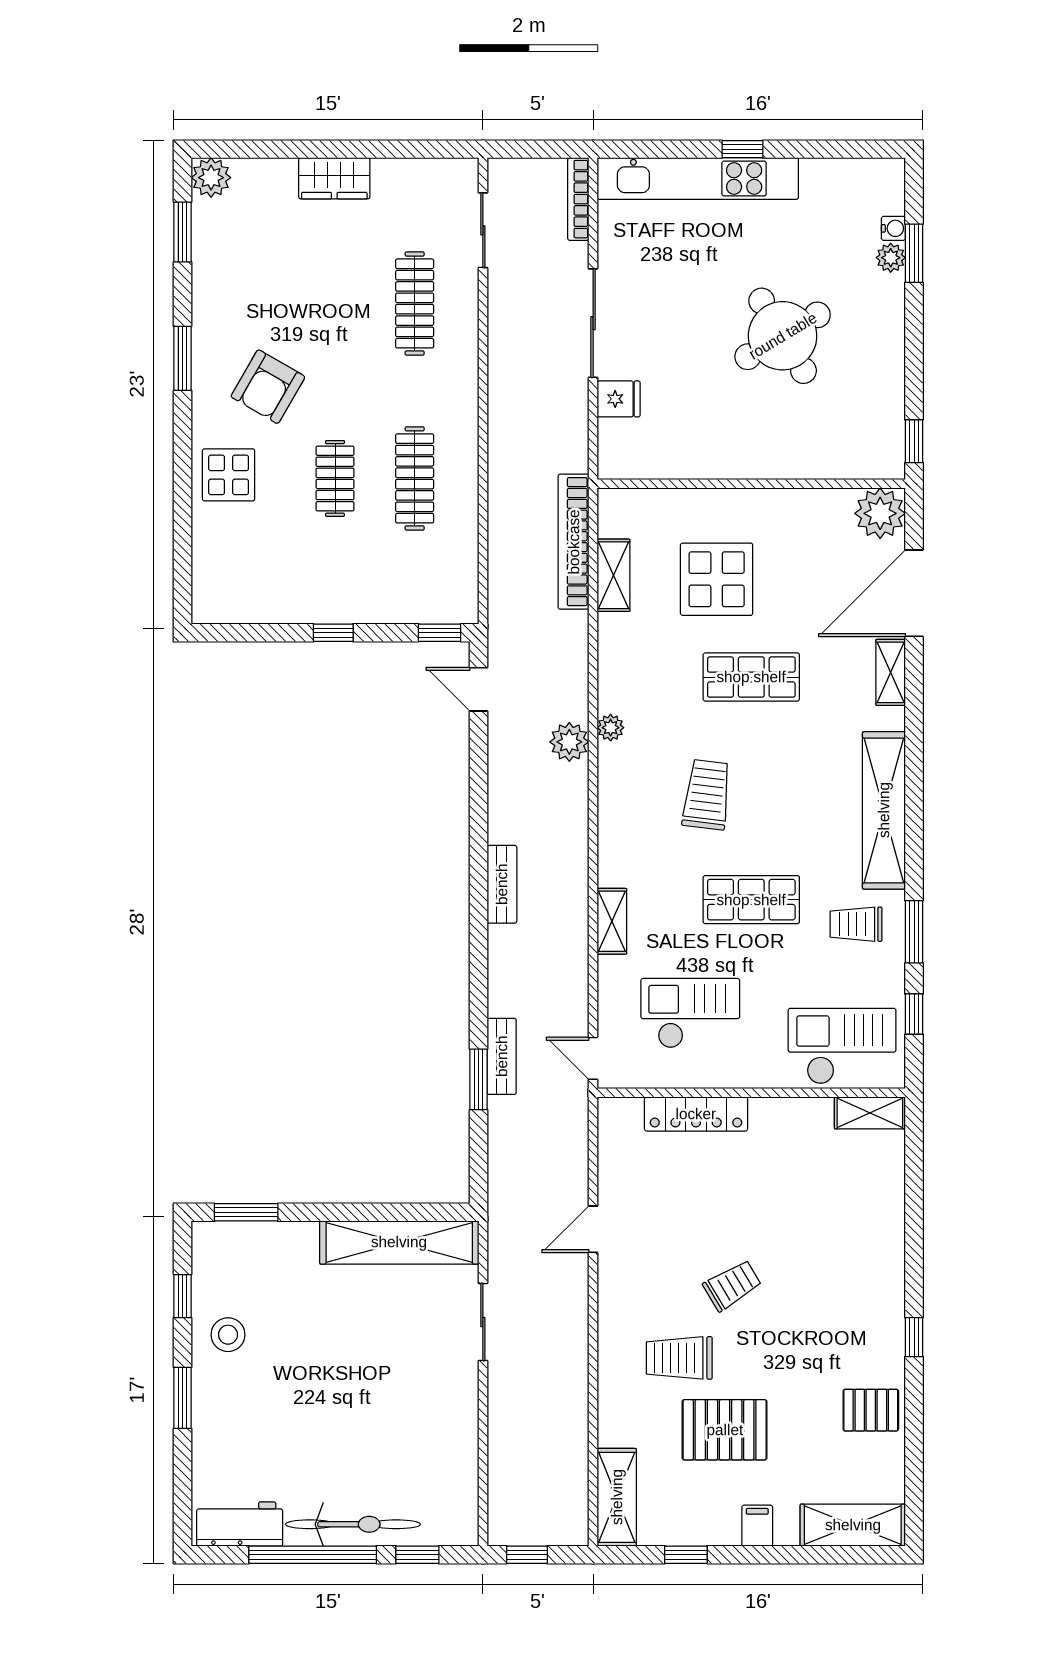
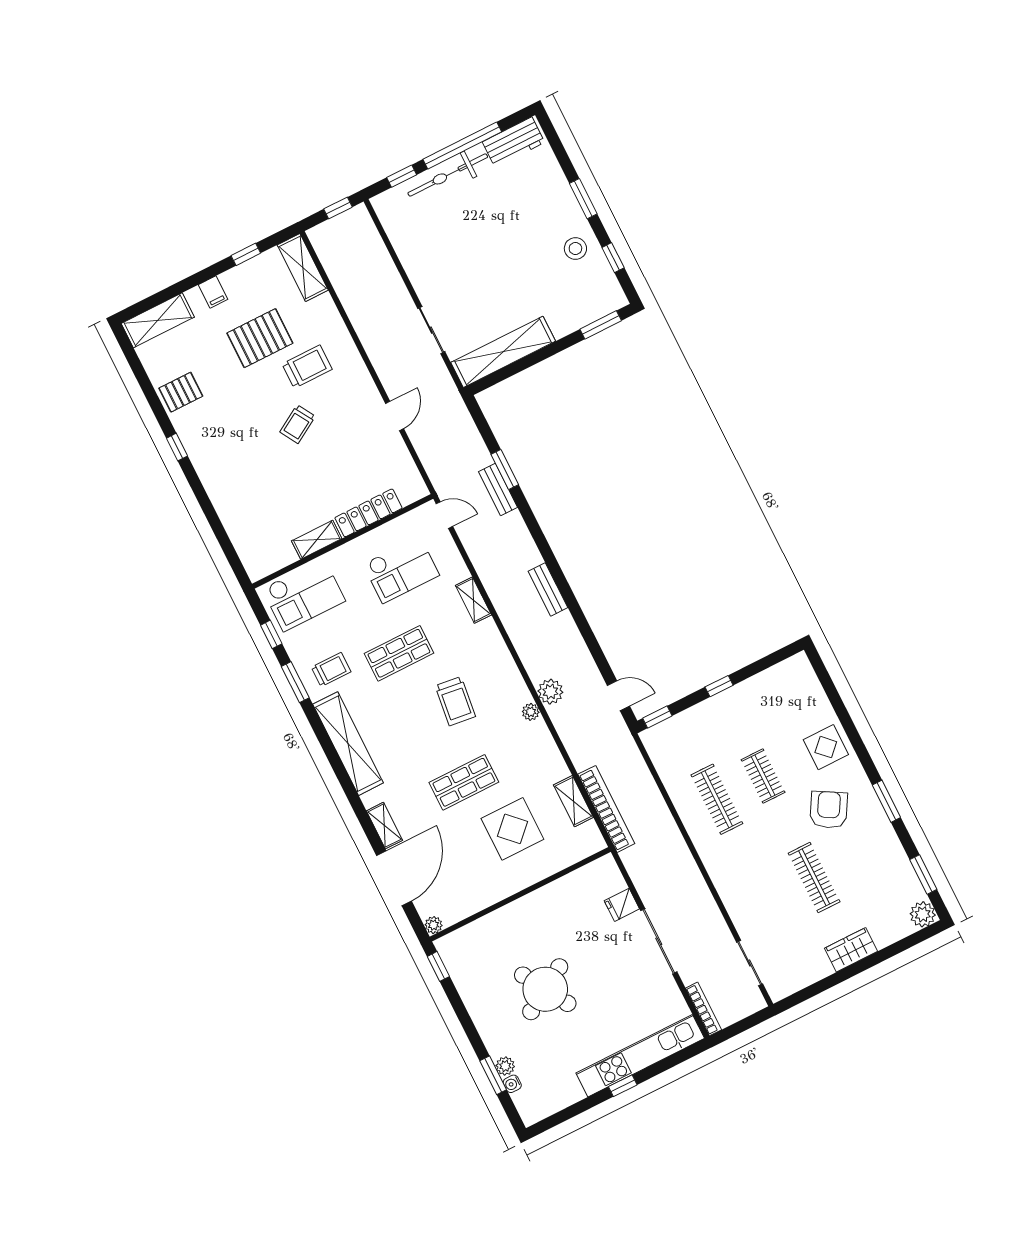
clothes rail: (415, 303) -> (814, 877), moved
plant: (880, 513) -> (434, 925), width x0.53, depth x0.53
shelving: (870, 1113) -> (317, 540), moved

